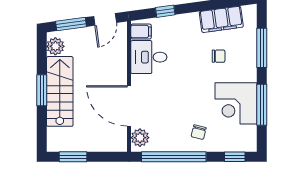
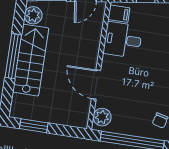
window: (42, 90) -> (13, 56), width x1.44
door: (129, 106) -> (96, 85), width x0.73

